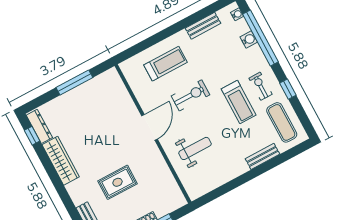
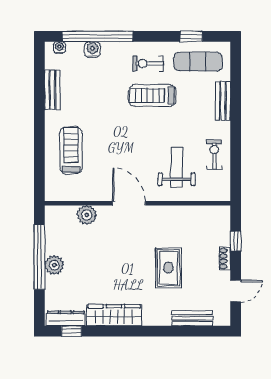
window: (74, 82) -> (39, 257), width x1.46
window: (288, 89) -> (191, 36), moved
exercise bike: (190, 95) -> (214, 155), moved, width x0.73, depth x0.72
plant: (74, 97) -> (54, 265), added
plant: (124, 101) -> (87, 215), added
treadmill: (239, 102) -> (152, 95), turned 180

